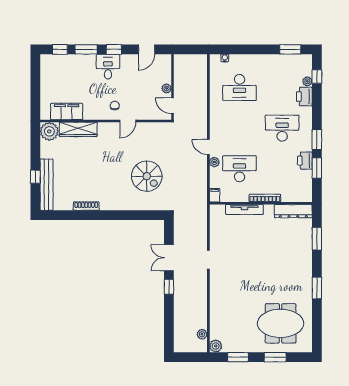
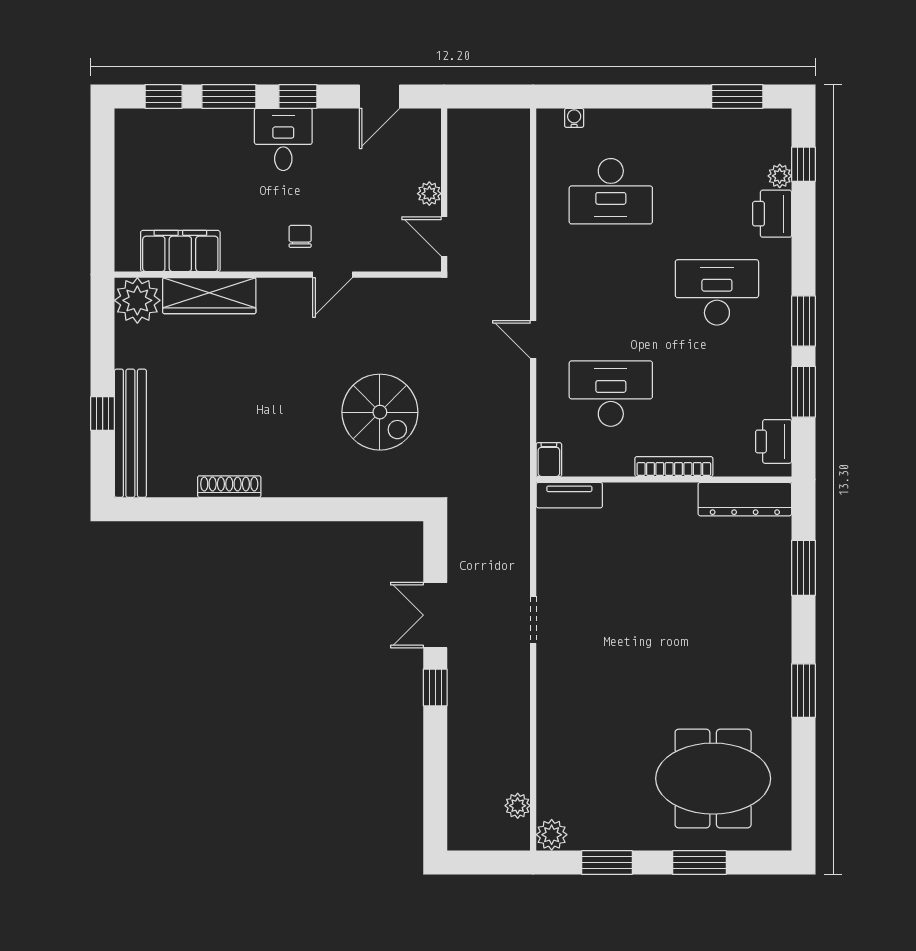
printer: (305, 161) -> (774, 441), moved
plant: (214, 162) -> (548, 377), removed
tv unit: (245, 210) -> (569, 495), moved, width x0.71

